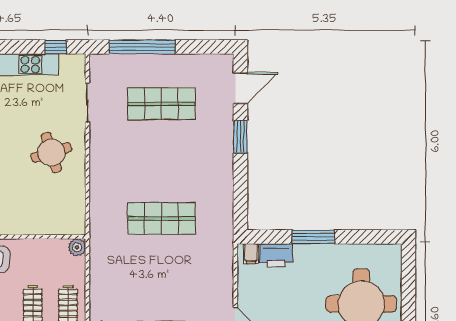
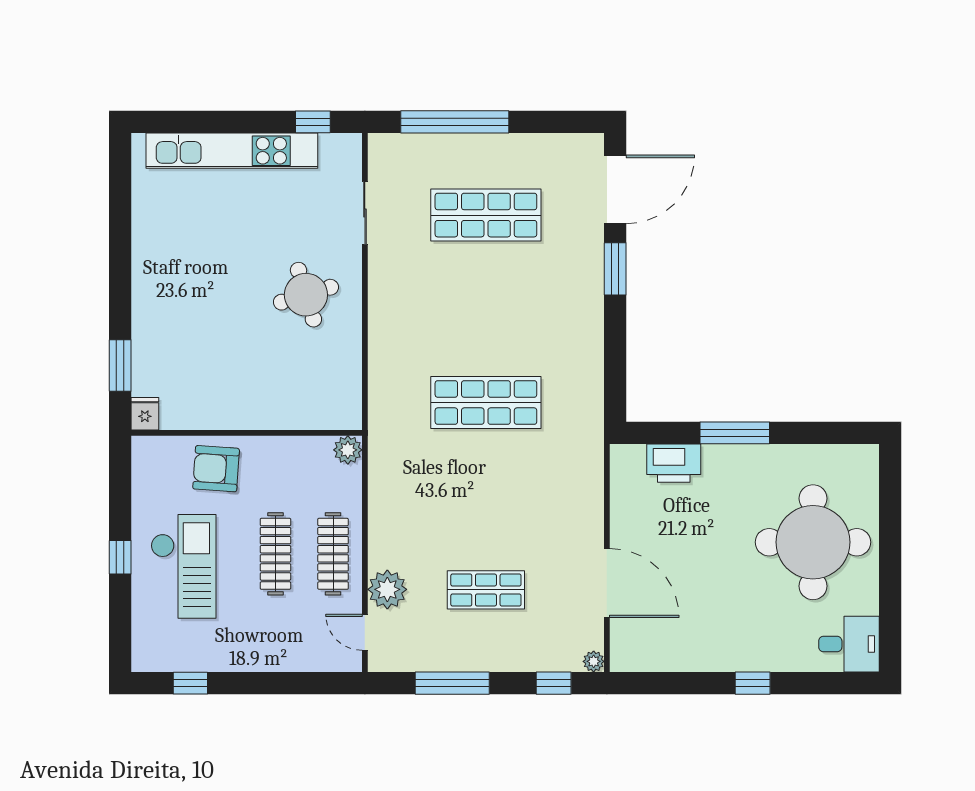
door: (240, 88) -> (615, 189), width x1.36
filing cabinet: (251, 254) -> (632, 460), removed

